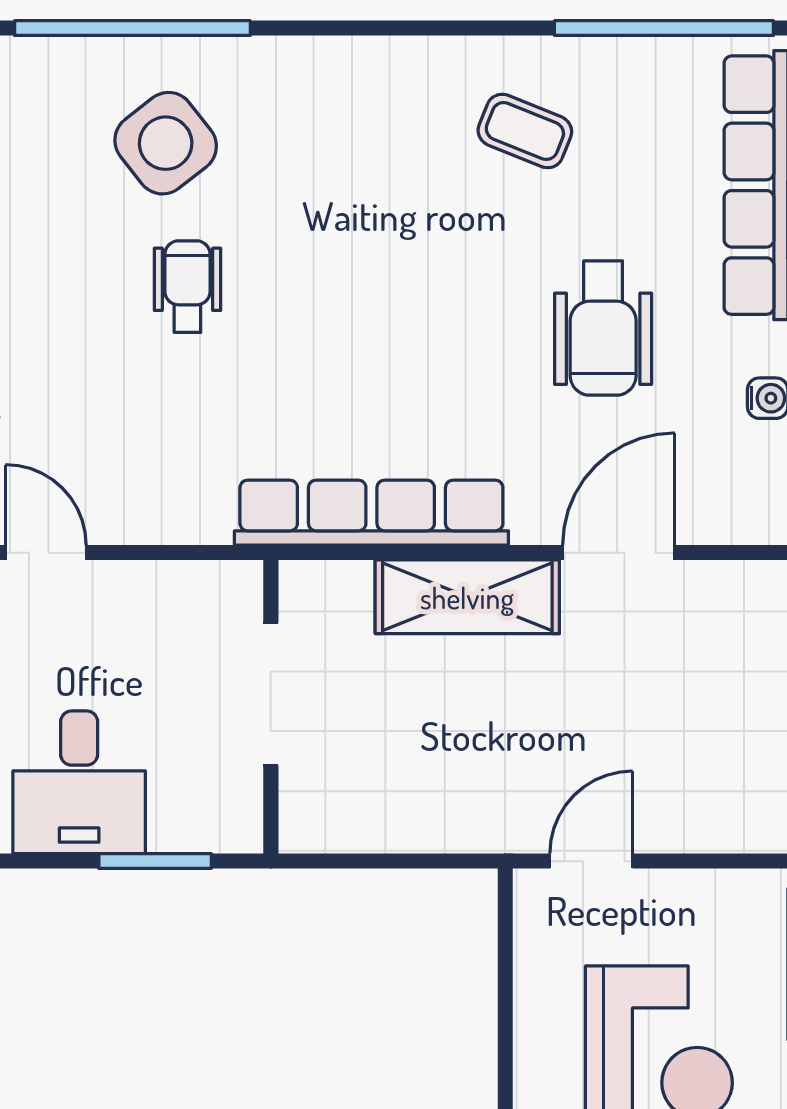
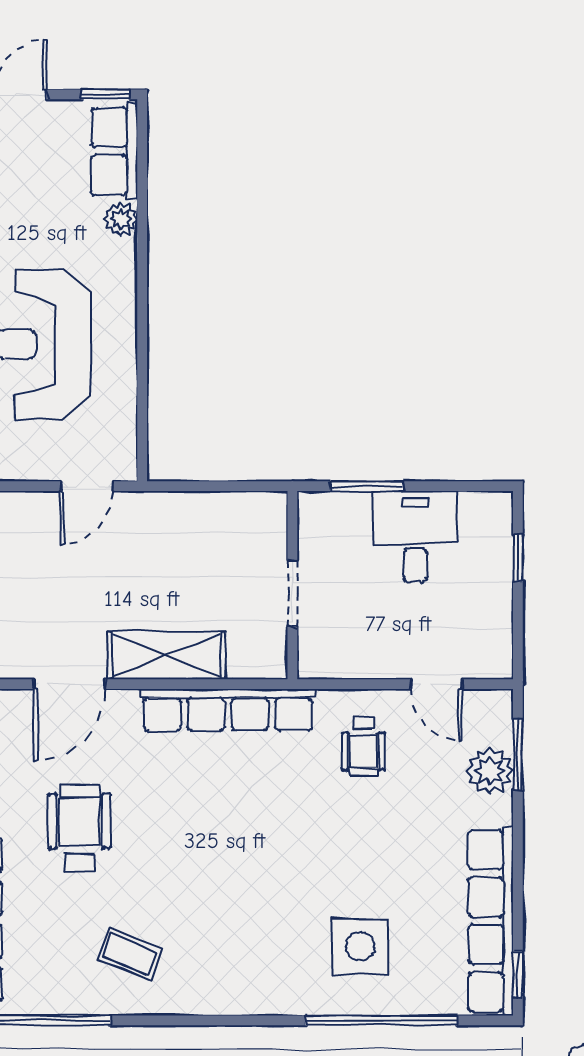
side table: (166, 143) -> (360, 947), turned 38
wheelchair: (187, 287) -> (364, 747), moved
doorway: (271, 694) -> (292, 593), width x0.73

